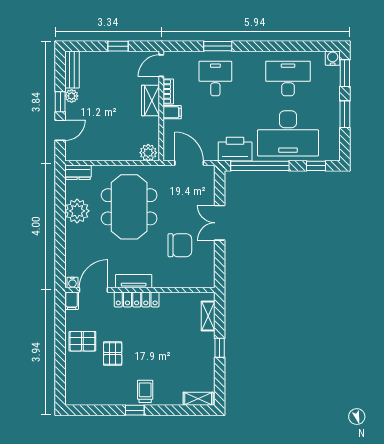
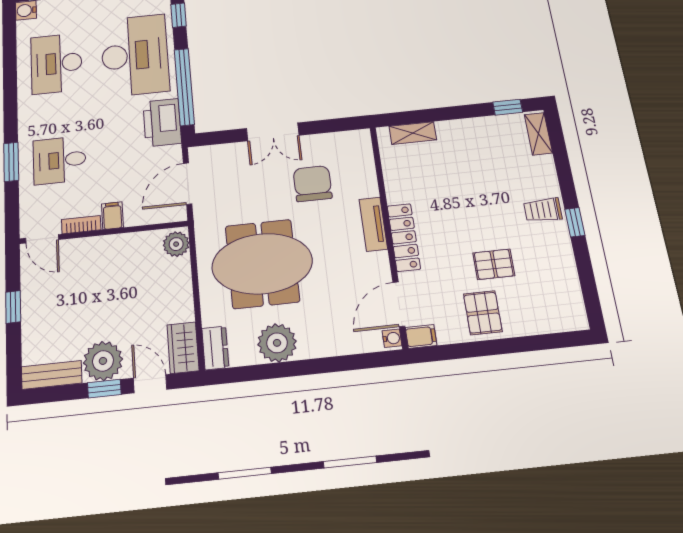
plant: (72, 96) -> (103, 361), width x1.87, depth x1.87
wardrobe: (150, 100) -> (183, 348), moved, turned 90
tv unit: (134, 281) -> (373, 224), moved
door: (93, 290) -> (399, 304), hinge flipped
window: (220, 348) -> (508, 107), moved

